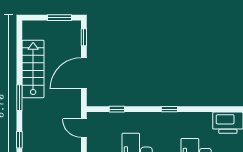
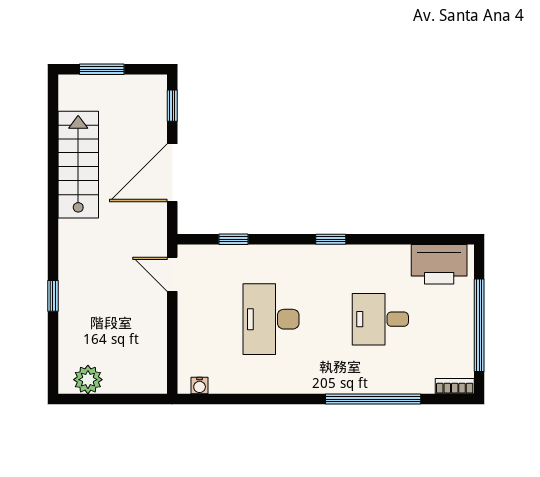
window: (59, 18) -> (102, 69), moved
window: (19, 98) -> (53, 218), removed

